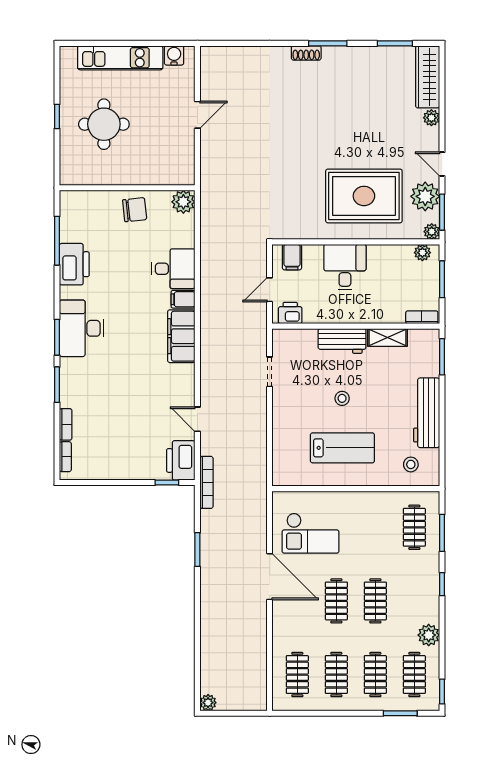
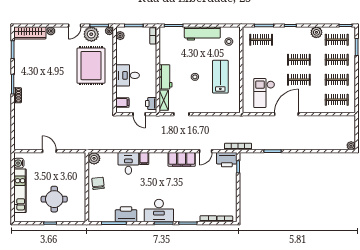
filing cabinet: (181, 336) -> (182, 159), moved
shelving: (387, 338) -> (164, 100), moved
checkout: (310, 533) -> (264, 93), turned 180

